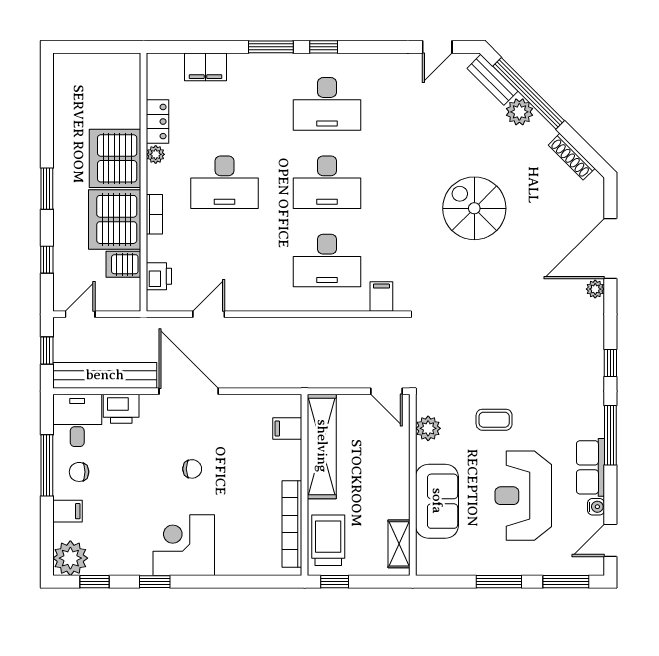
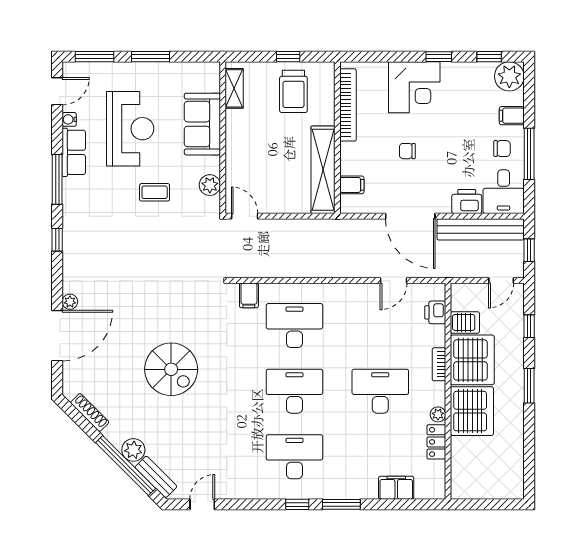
filing cabinet: (287, 428) -> (352, 185), moved
shelving: (322, 446) -> (323, 170), moved
wall: (305, 485) -> (337, 138), moved
bookcase: (292, 524) -> (348, 105), moved

